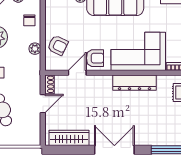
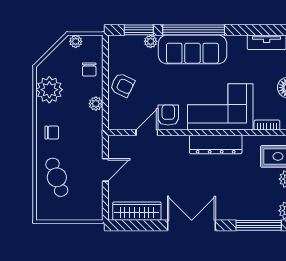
armchair: (58, 45) -> (122, 85), moved
armchair: (95, 58) -> (168, 115), turned -90
shoe rack: (49, 84) -> (113, 147), removed

